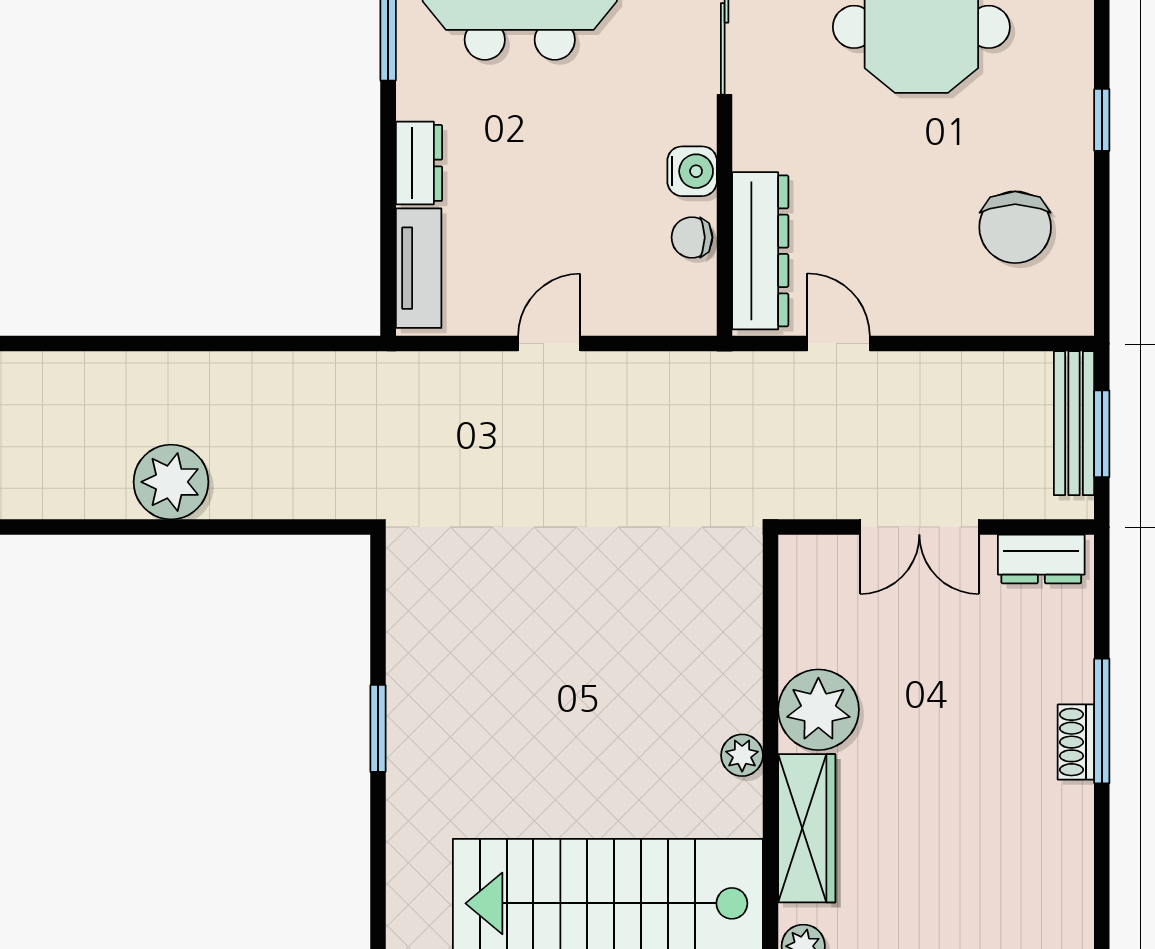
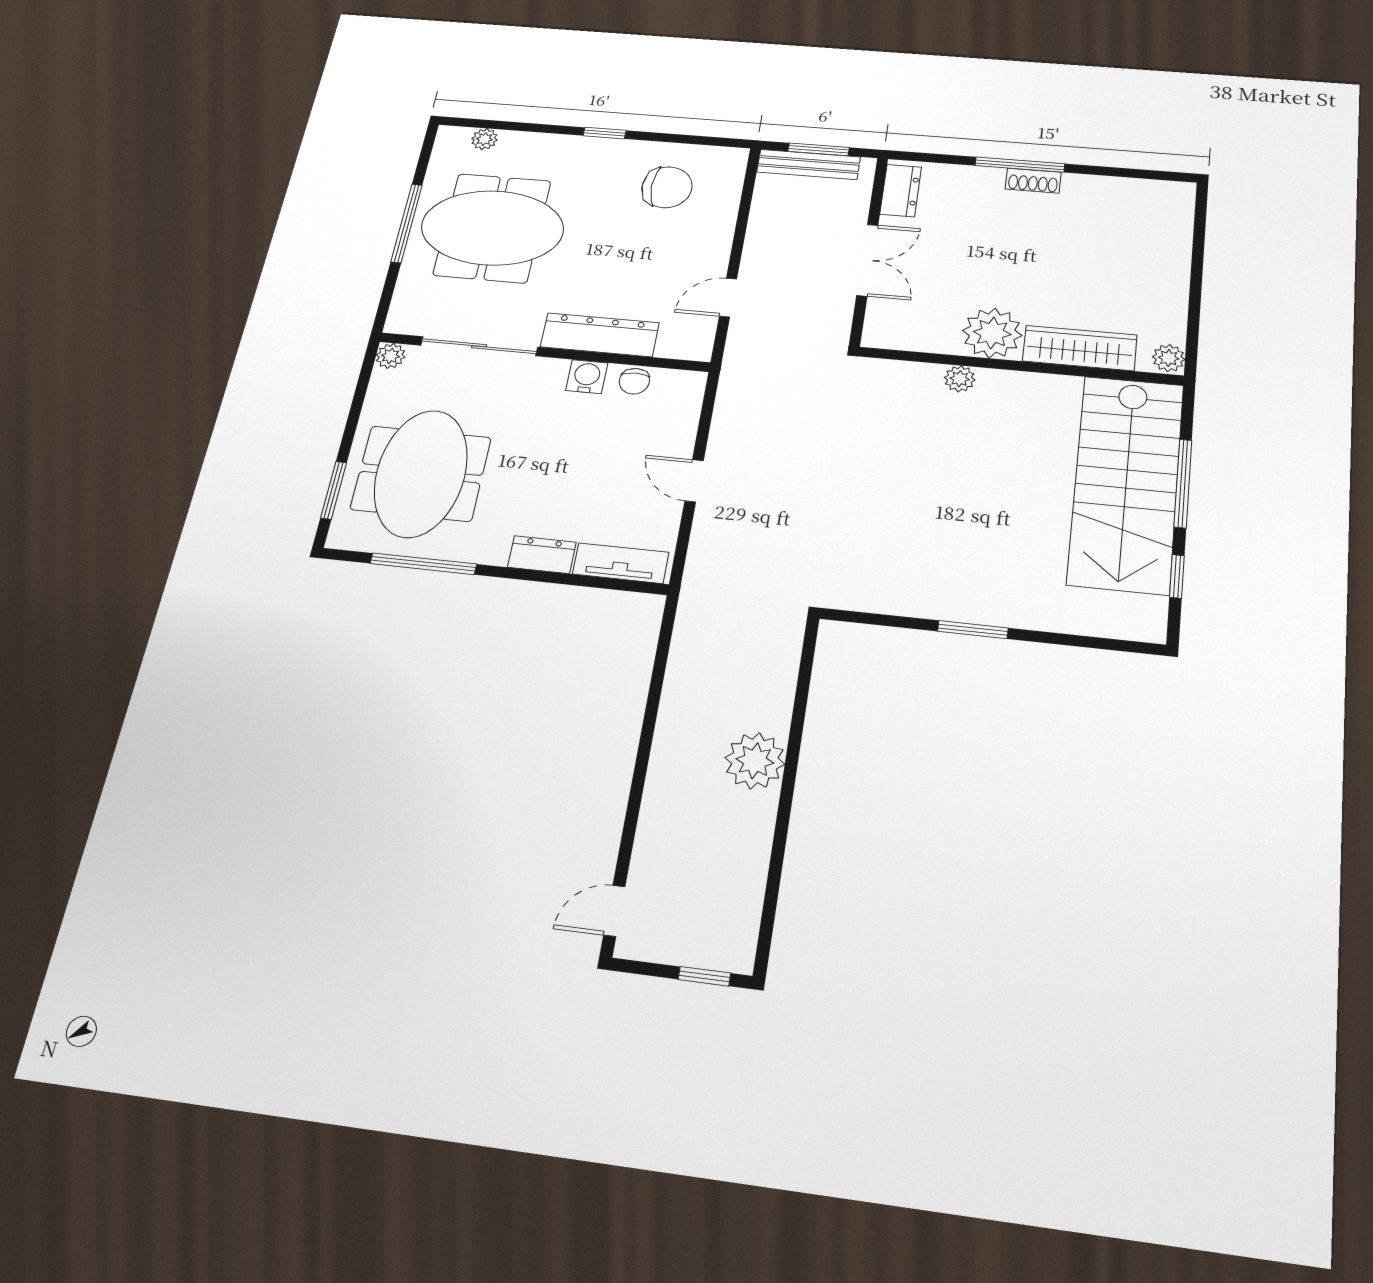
dresser: (760, 251) -> (600, 335), moved
plant: (742, 755) -> (960, 379), moved

